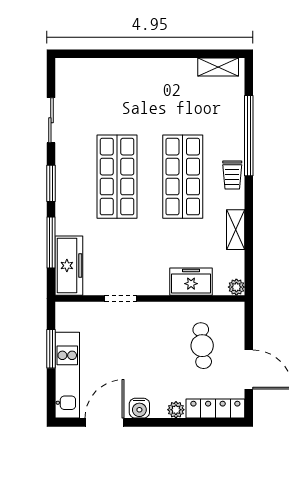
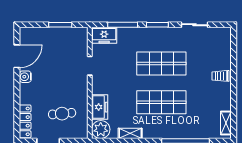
trolley: (232, 175) -> (221, 76), moved
freezer: (69, 266) -> (104, 35), width x0.71
plant: (236, 287) -> (101, 129), width x1.88, depth x1.88
kitchen unit: (67, 375) -> (45, 34), removed
plant: (176, 410) -> (24, 98), removed
door: (105, 422) -> (17, 56), hinge flipped

